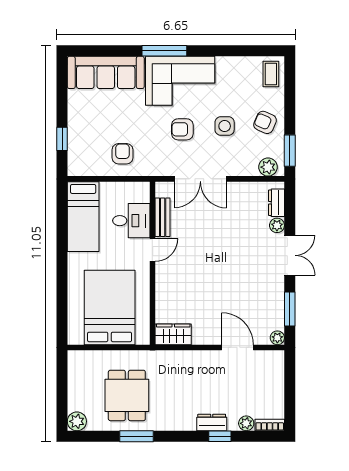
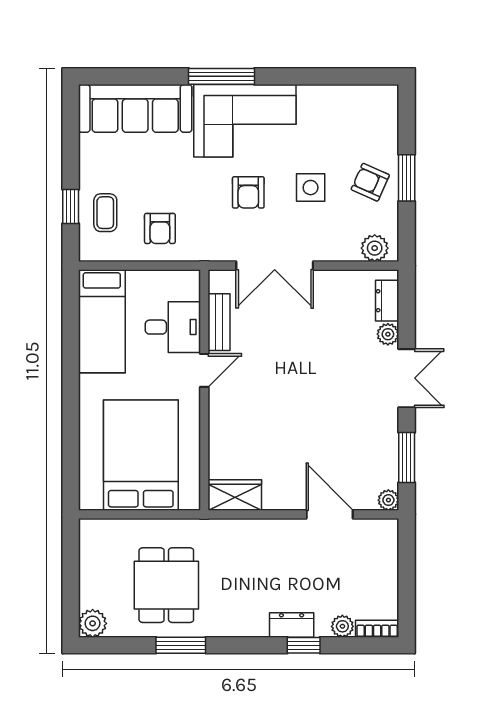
coffee table: (271, 74) -> (105, 213), moved
armchair: (182, 129) -> (248, 192), turned -90
window: (290, 151) -> (407, 178), moved
armchair: (122, 154) -> (160, 228), turned 180

